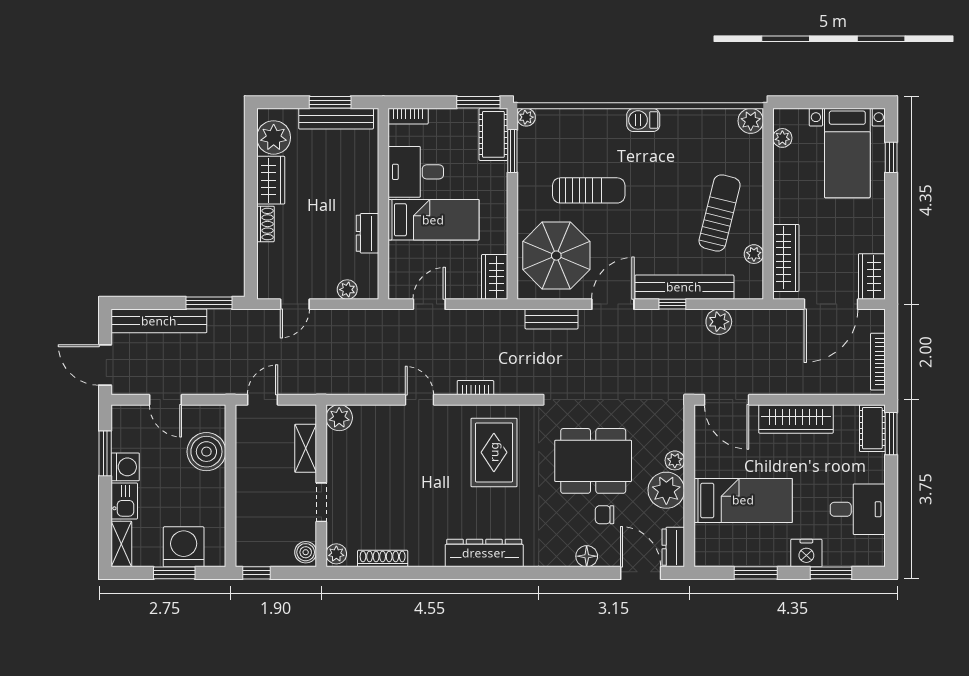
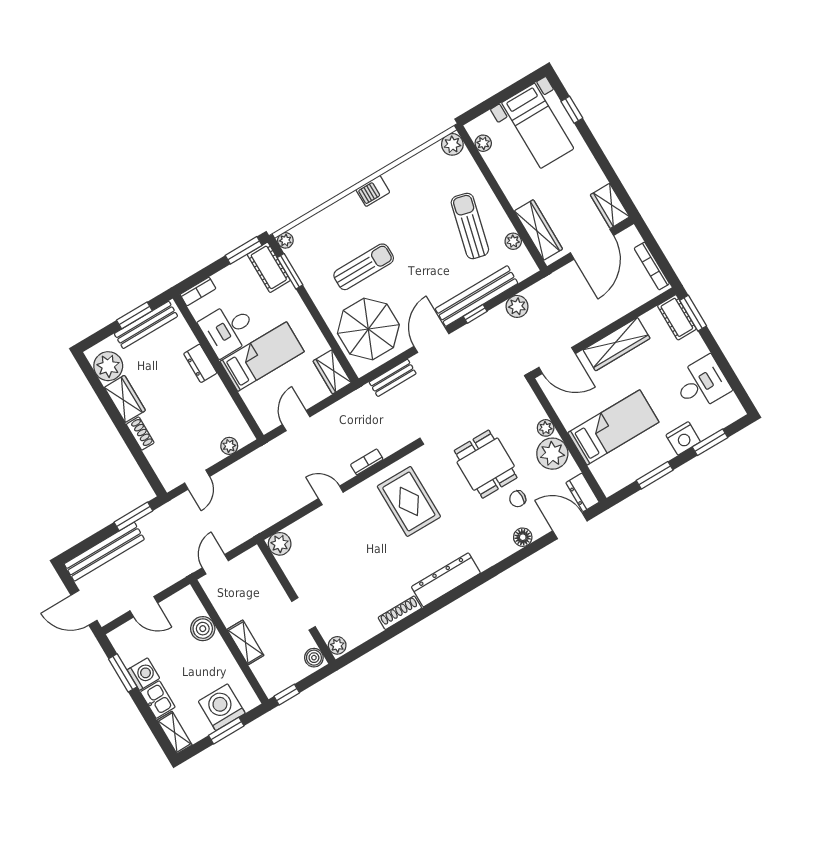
dresser: (367, 233) -> (200, 363), moved
shelving: (306, 448) -> (245, 642), moved
boiler: (206, 452) -> (203, 629), width x0.73, depth x0.73
dining table: (593, 461) -> (486, 464), width x0.73
shoe rack: (383, 559) -> (400, 613), moved

